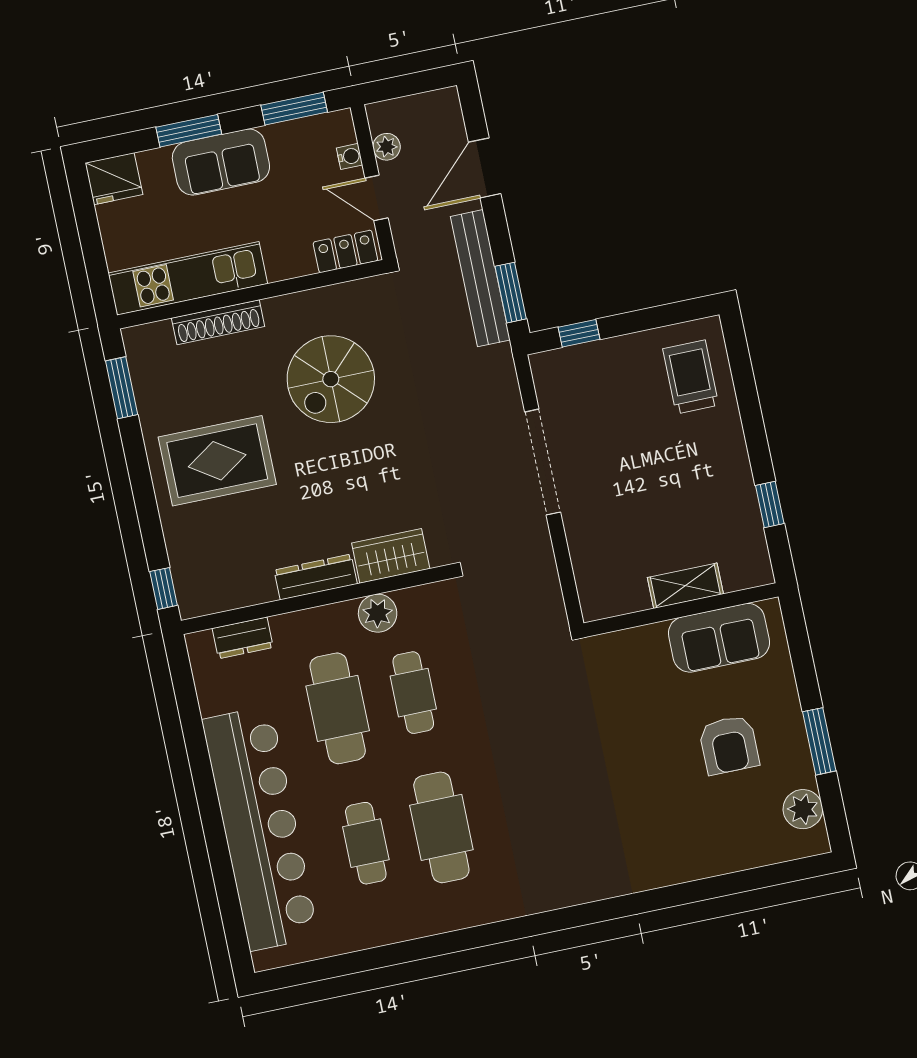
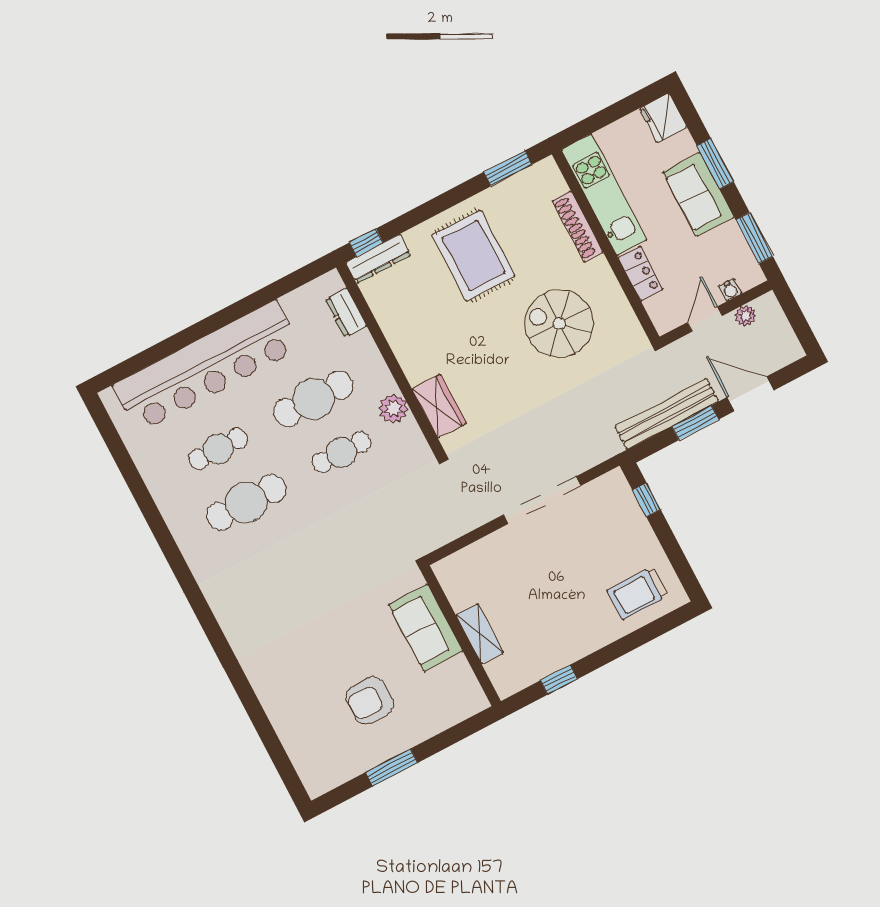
locker: (345, 251) -> (640, 274), moved
window: (511, 293) -> (695, 423), moved
trolley: (691, 377) -> (638, 593), turned 180
dresser: (316, 577) -> (378, 259), moved, turned 90
sofa: (719, 638) -> (426, 628), moved
plant: (803, 809) -> (337, 770), removed

